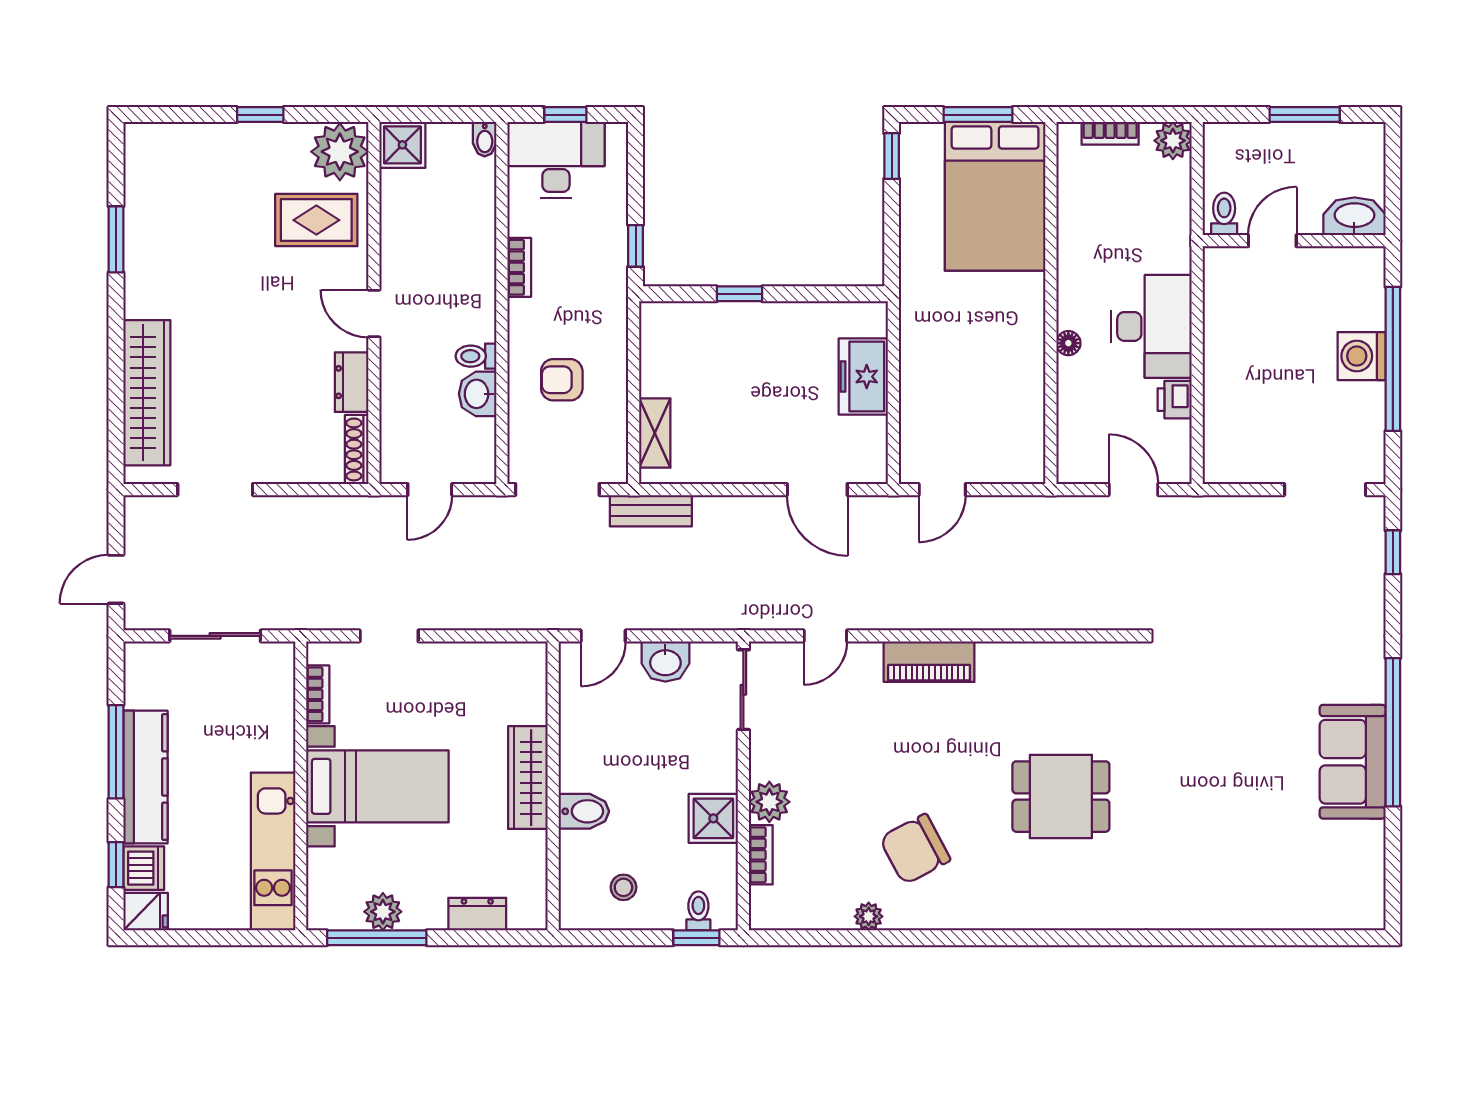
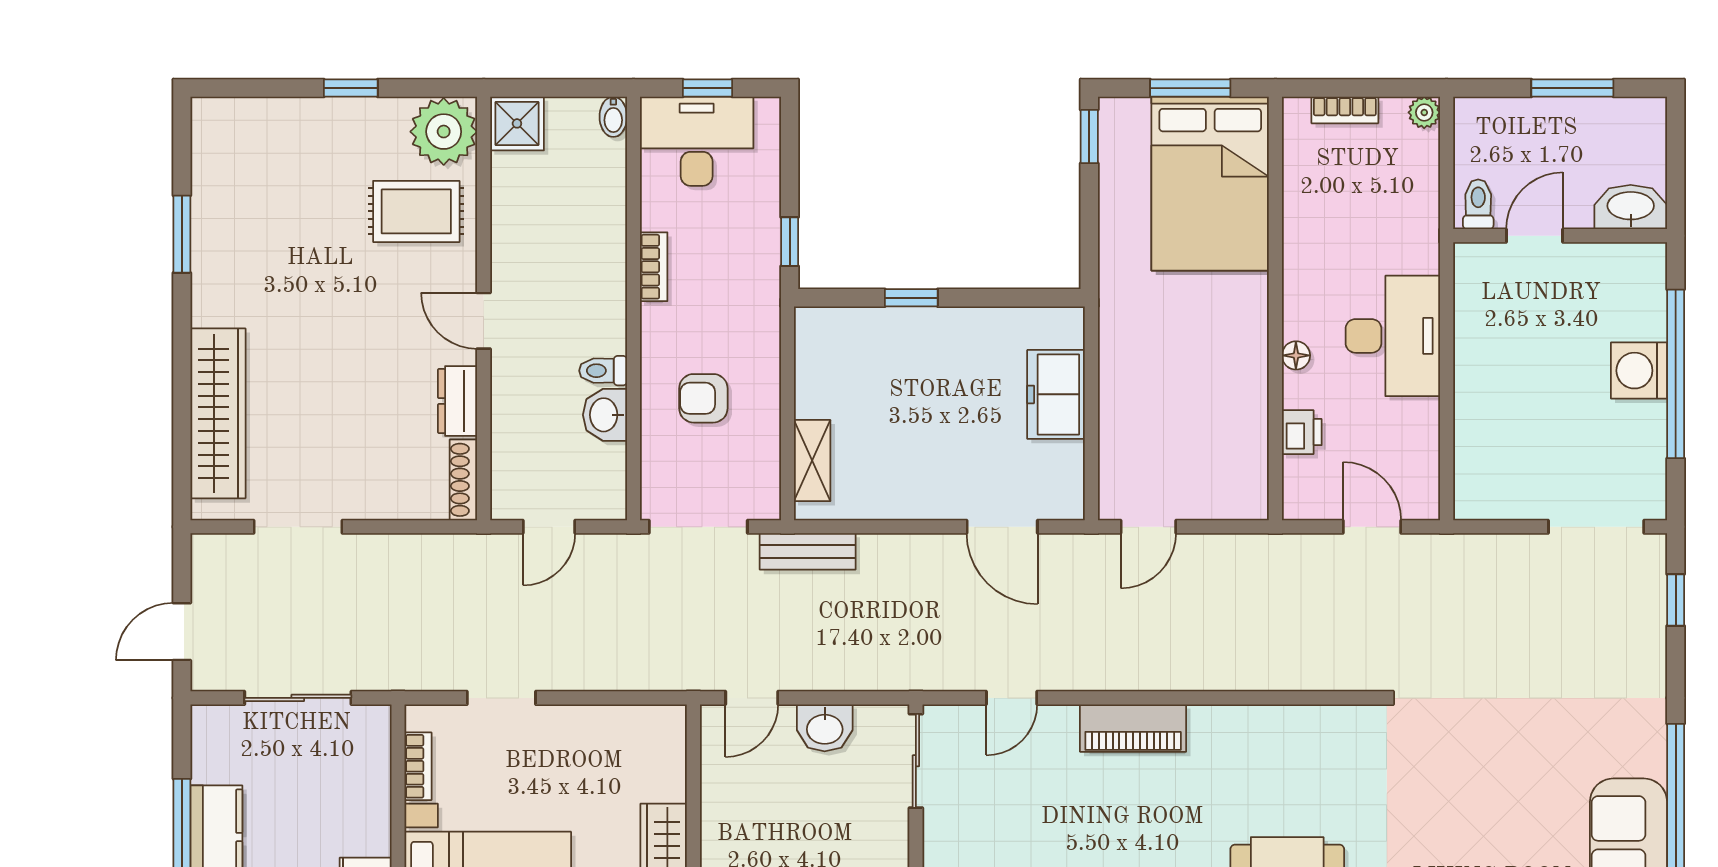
plant: (1173, 141) -> (1424, 112), width x0.73, depth x0.73
printer: (1175, 400) -> (1302, 432), moved, turned 180

